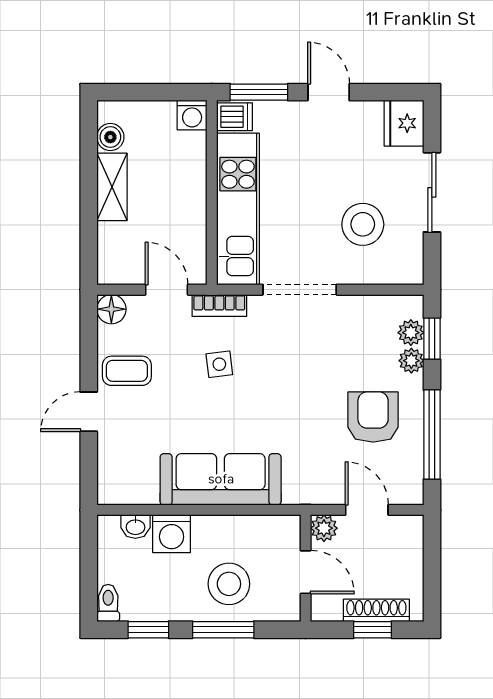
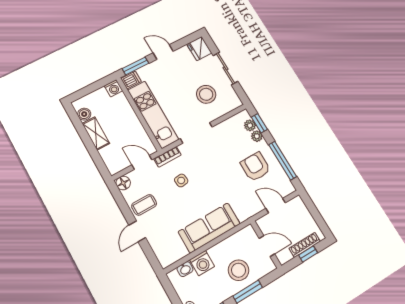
plant: (324, 528) -> (263, 223), removed

